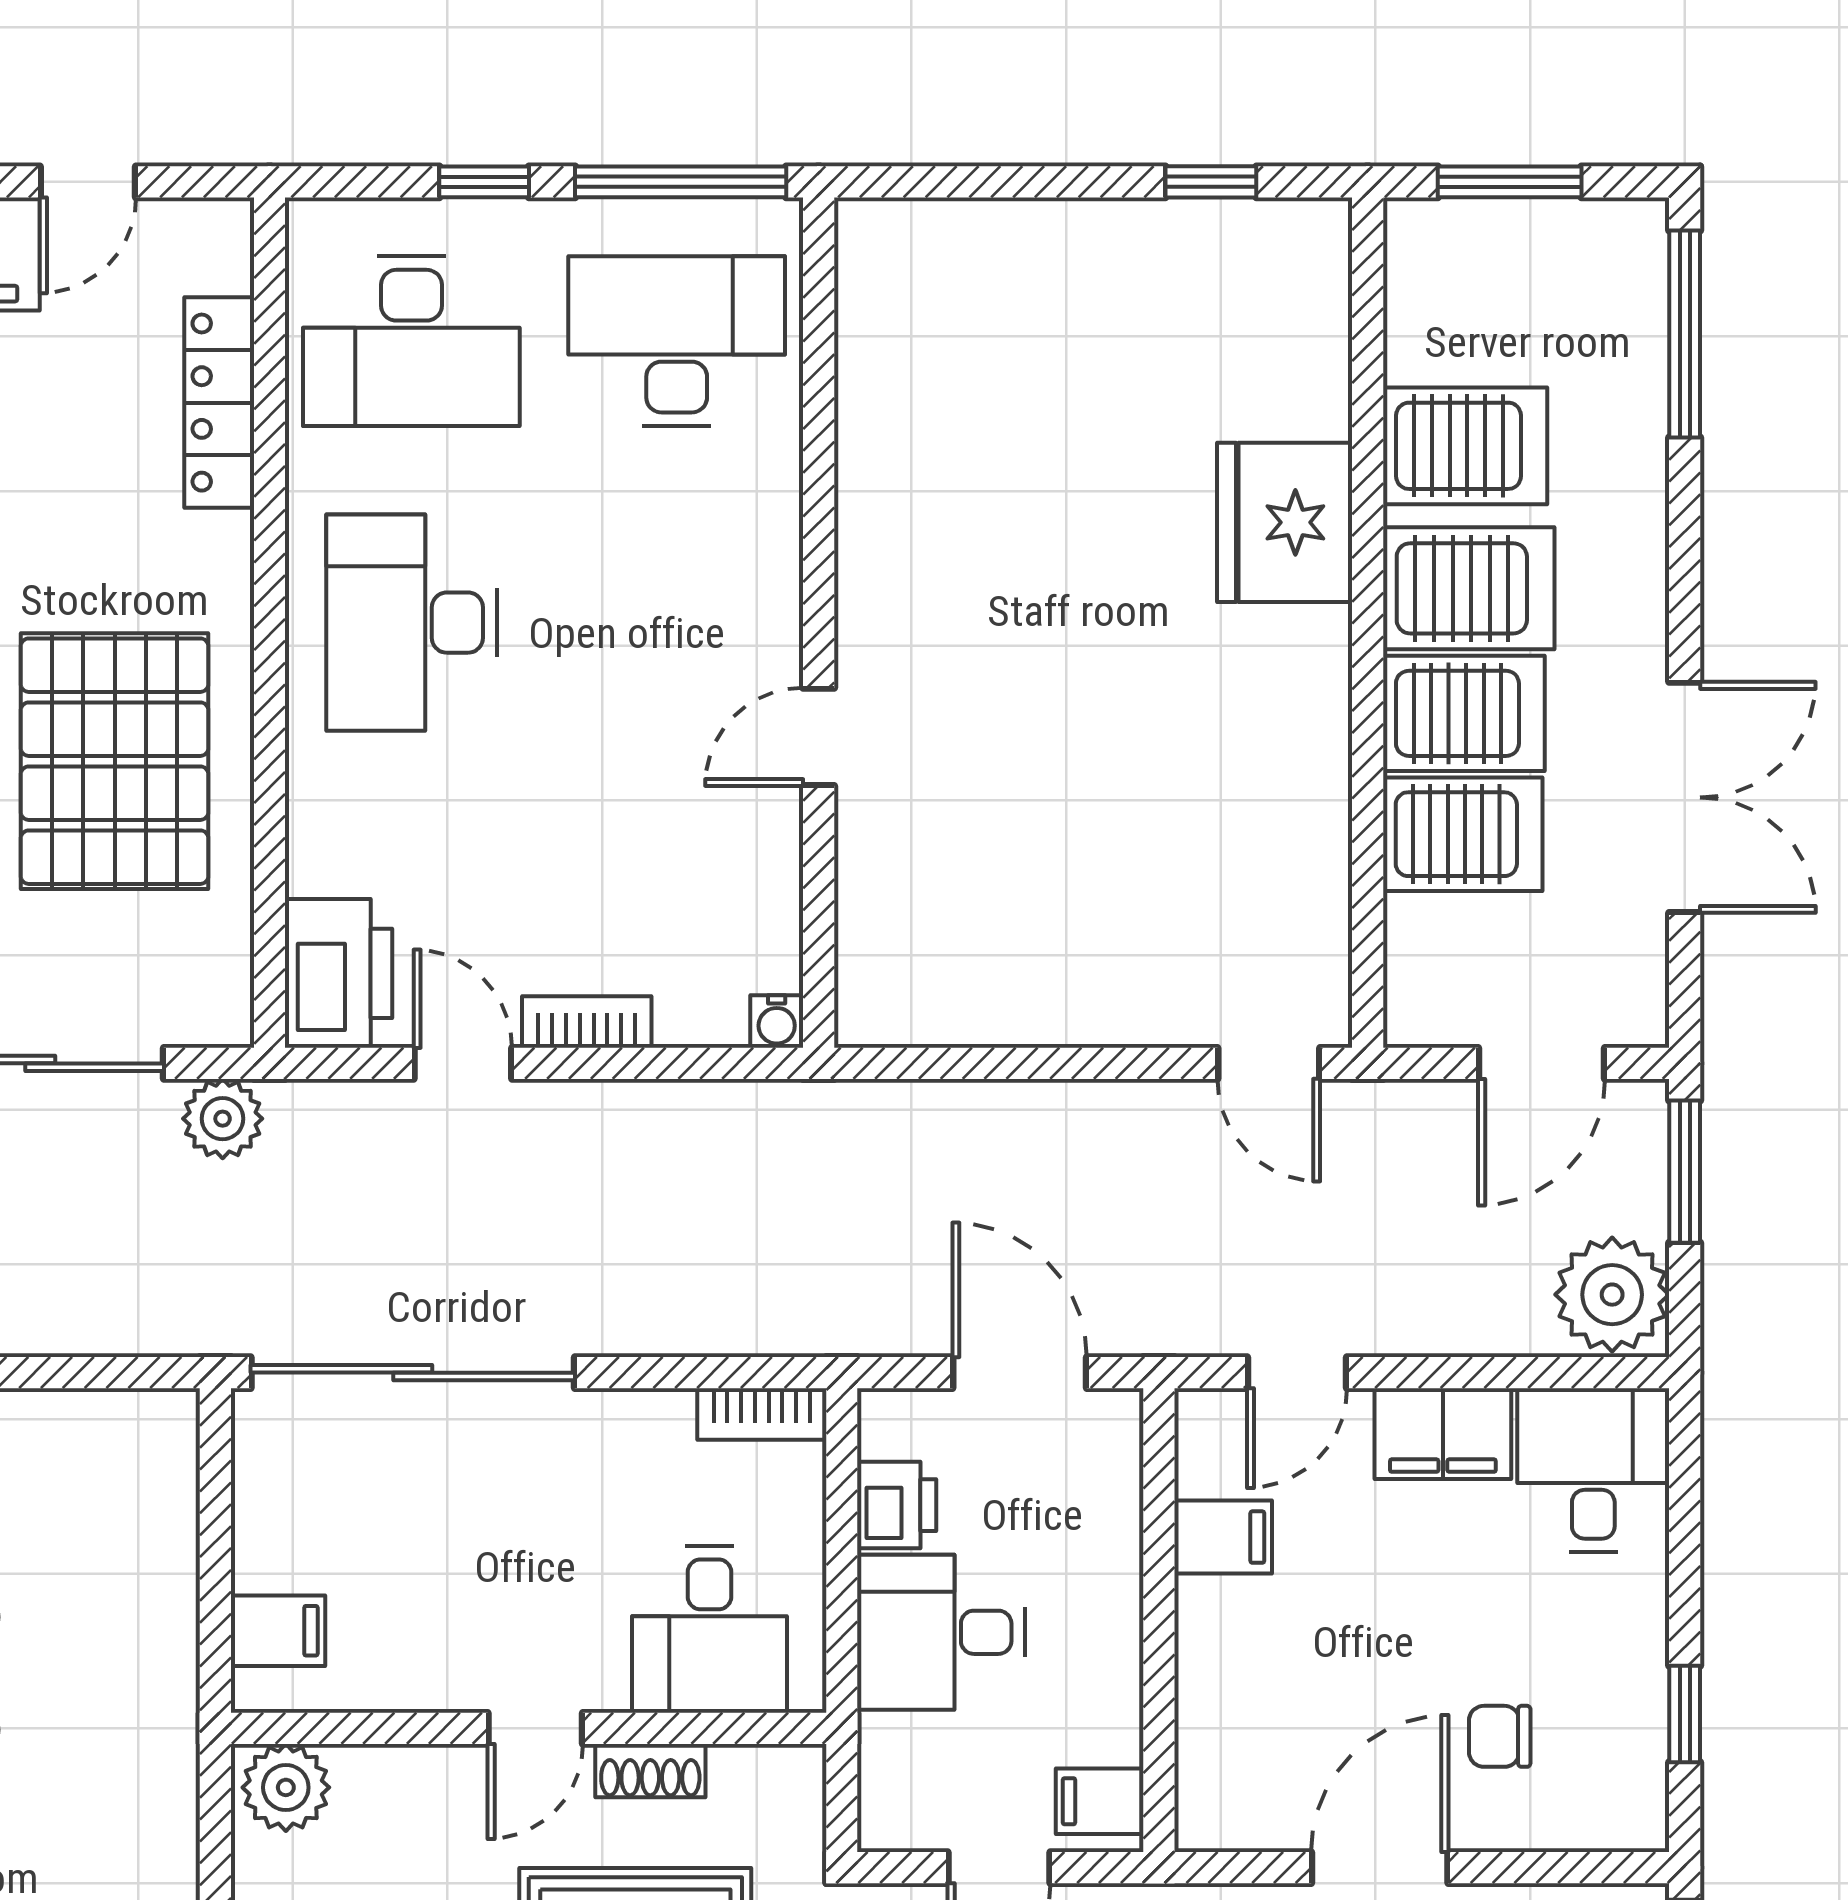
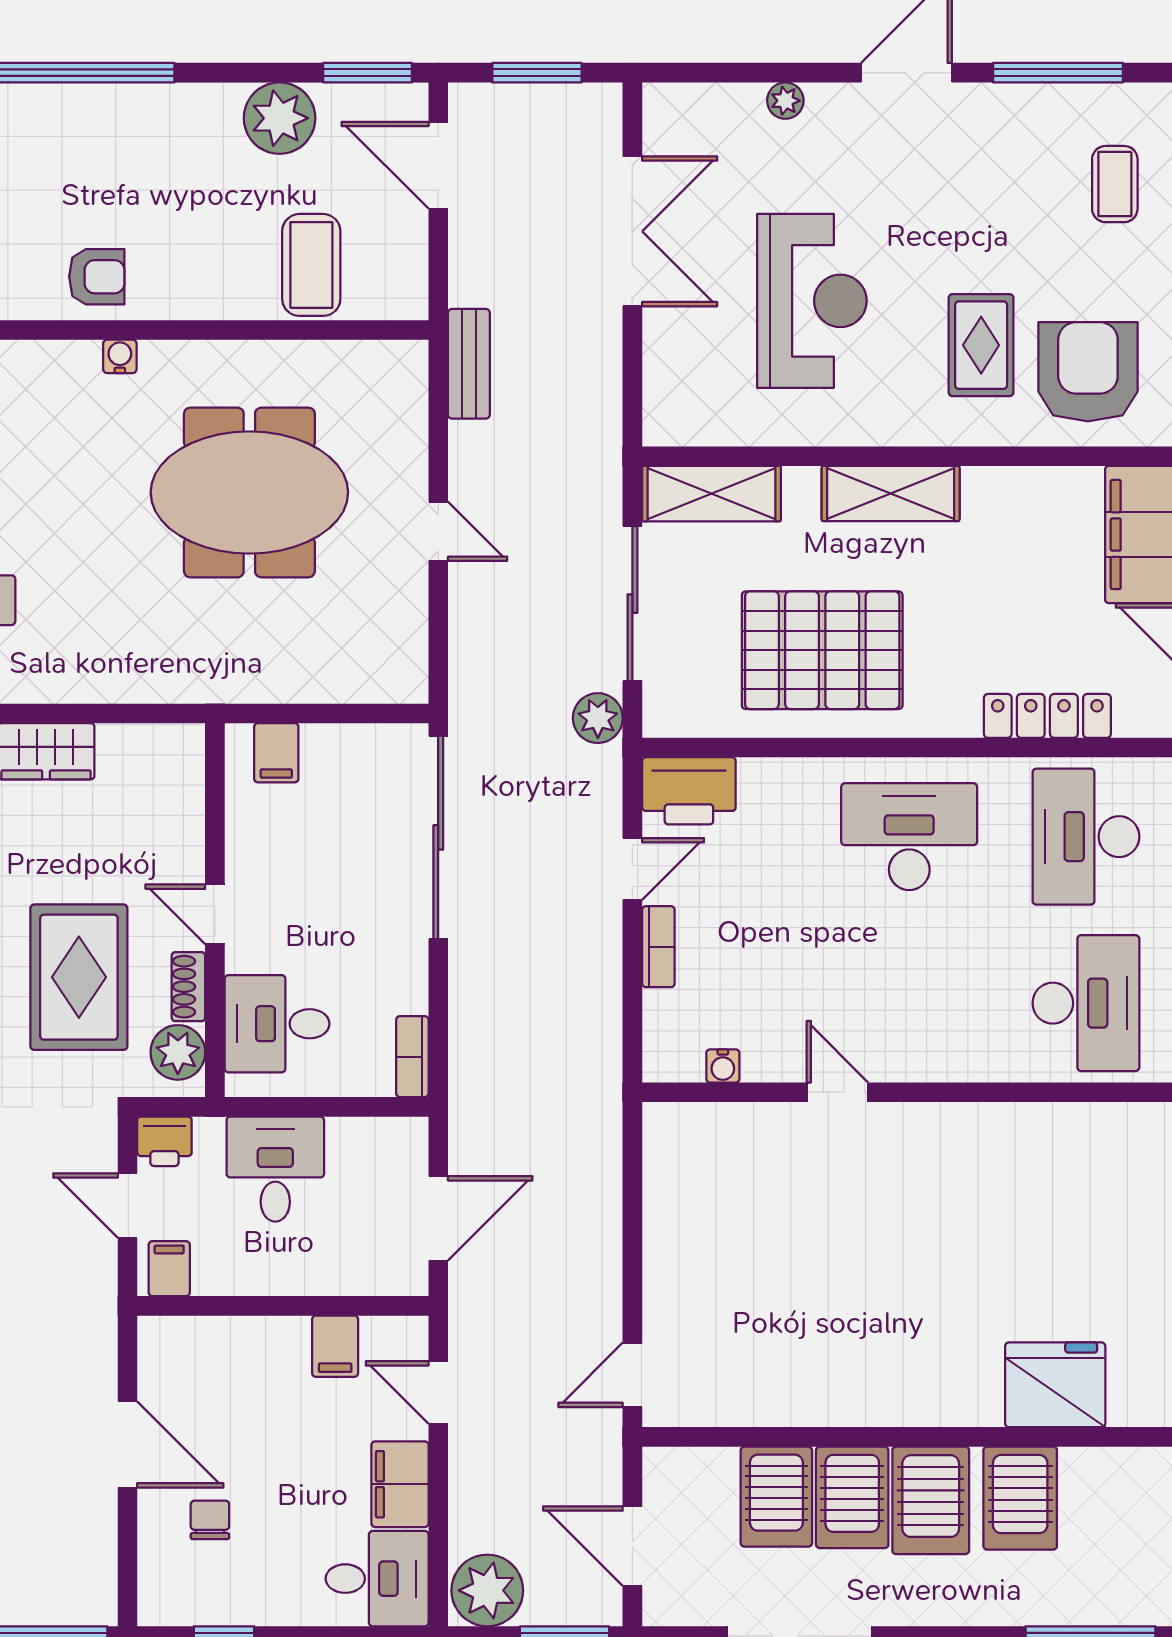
fridge: (1285, 522) -> (1055, 1385), moved
water cooler: (777, 1022) -> (723, 1066), moved, turned -90
printer: (897, 1505) -> (164, 1141), moved
plant: (286, 1787) -> (178, 1052), moved

